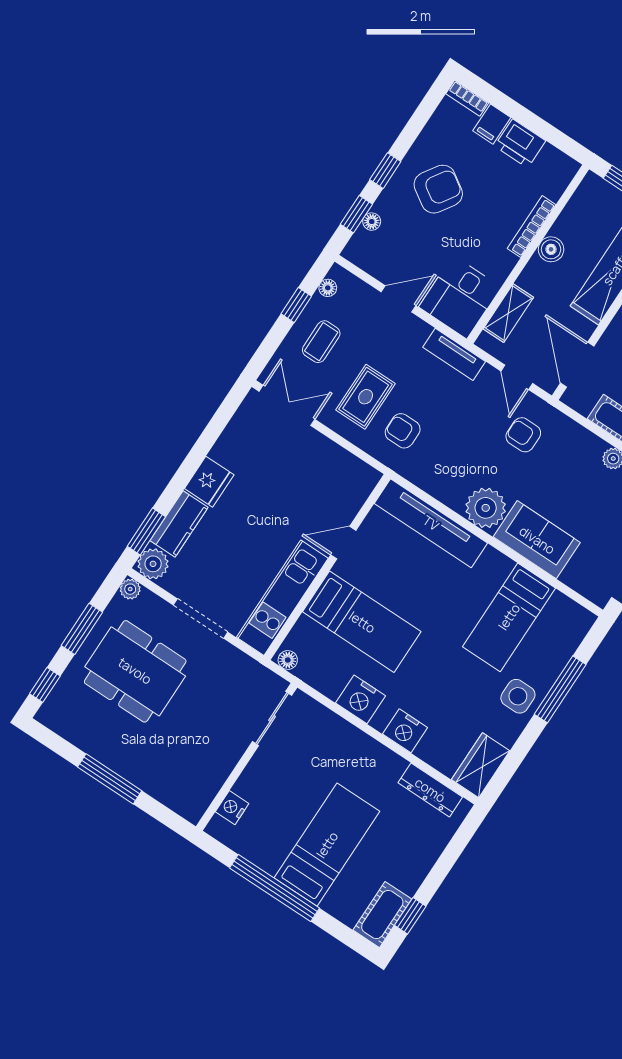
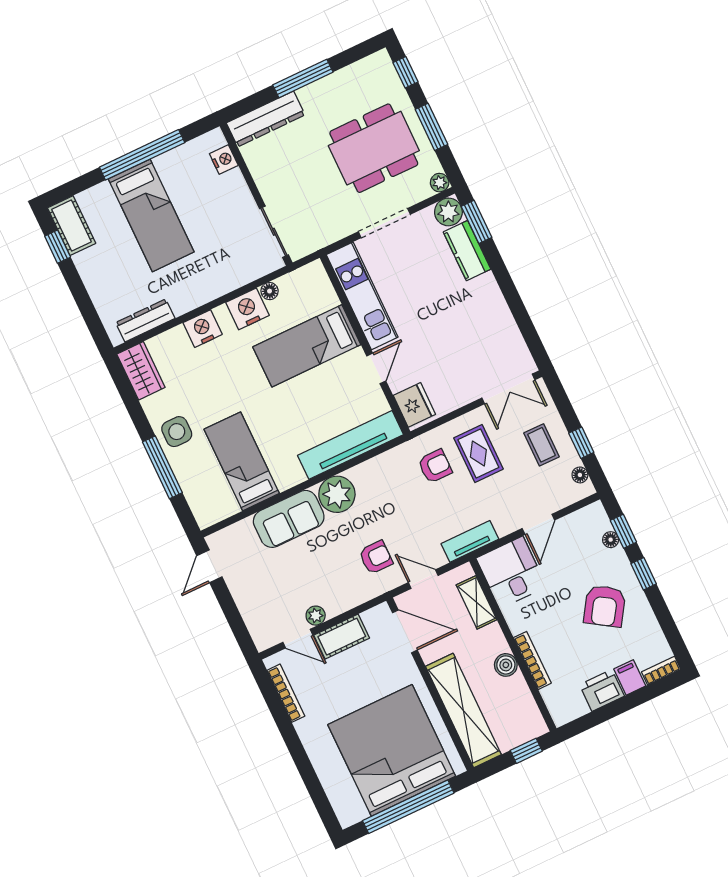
fridge: (209, 482) -> (414, 405), moved, turned 180
floor lamp: (288, 660) -> (270, 291), moved
dresser: (169, 791) -> (266, 119), added

